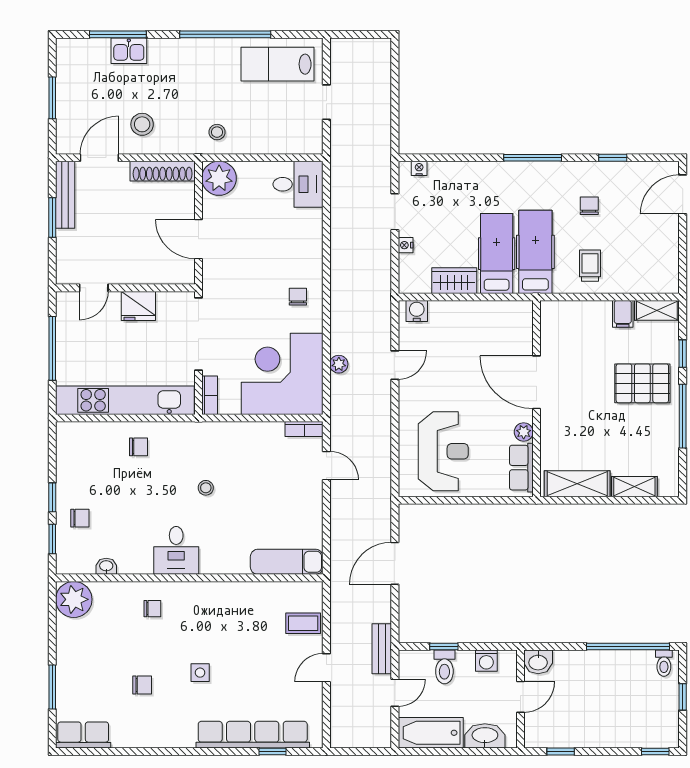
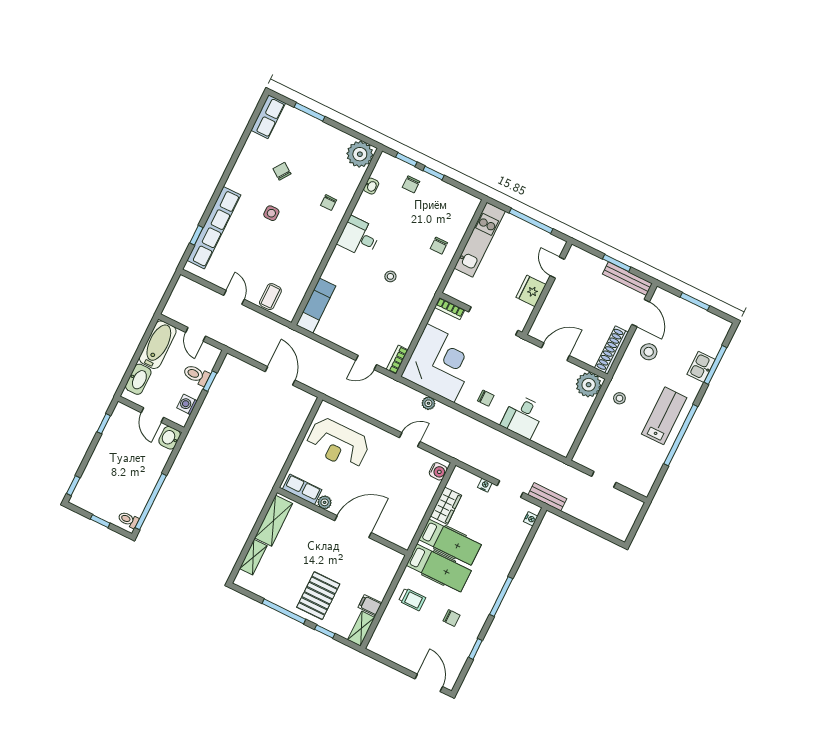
lab bench: (277, 64) -> (664, 416), moved
desk: (298, 184) -> (523, 417), moved
door: (395, 365) -> (410, 440), swing flipped
kitchen unit: (125, 400) -> (480, 240), width x0.73
bench: (382, 649) -> (547, 497), moved
chair: (142, 685) -> (282, 171), turned 125

